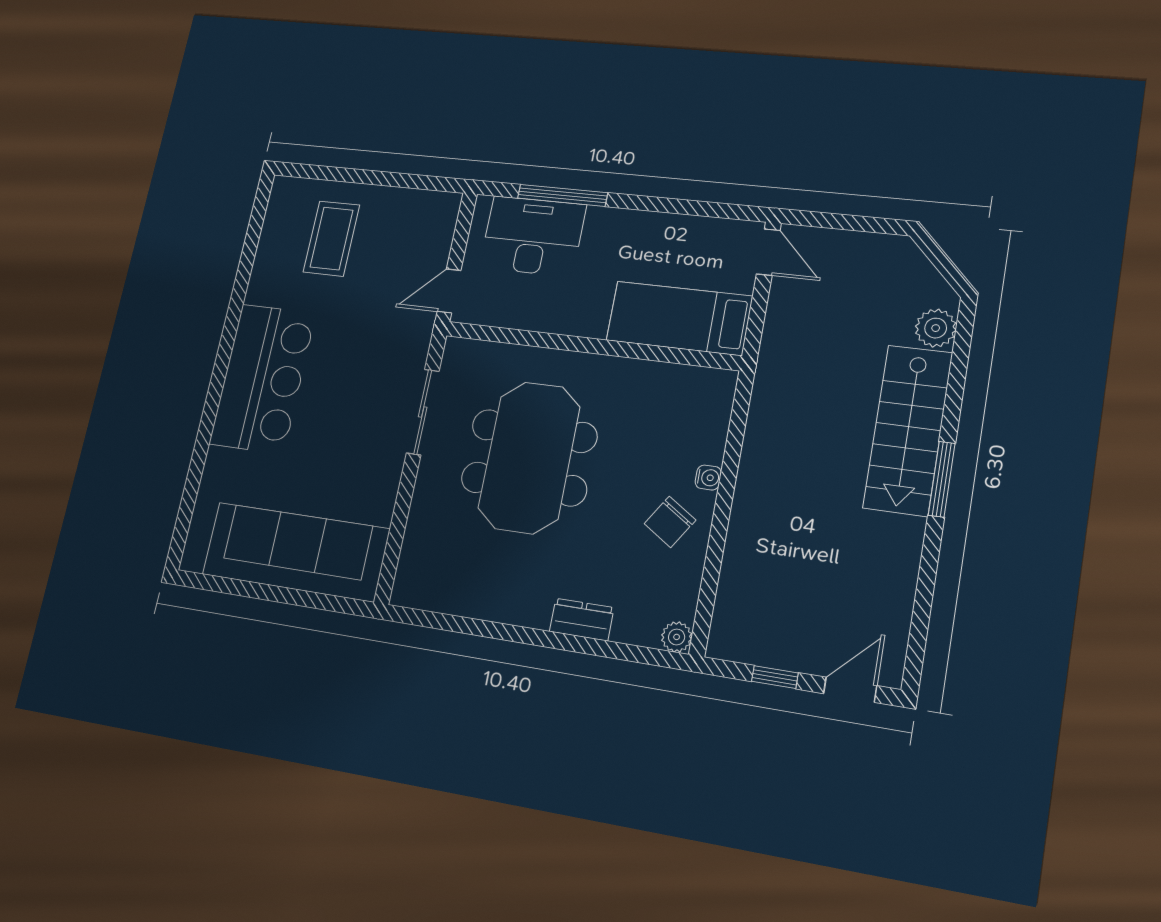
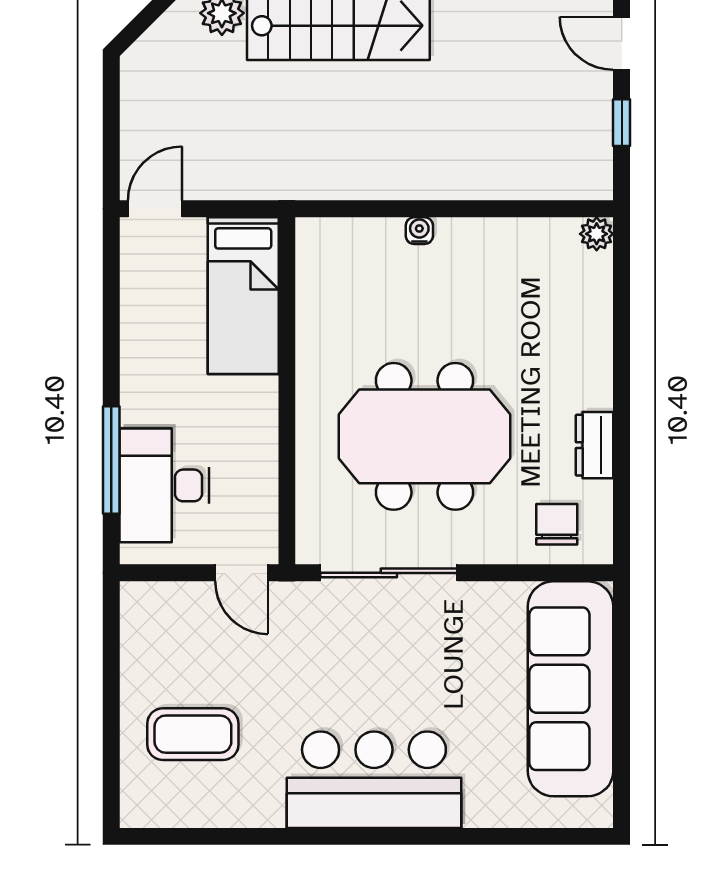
sliding door: (423, 412) -> (389, 573), width x1.37
chair: (670, 522) -> (557, 524), moved, turned -123
dresser: (582, 620) -> (595, 445), moved

